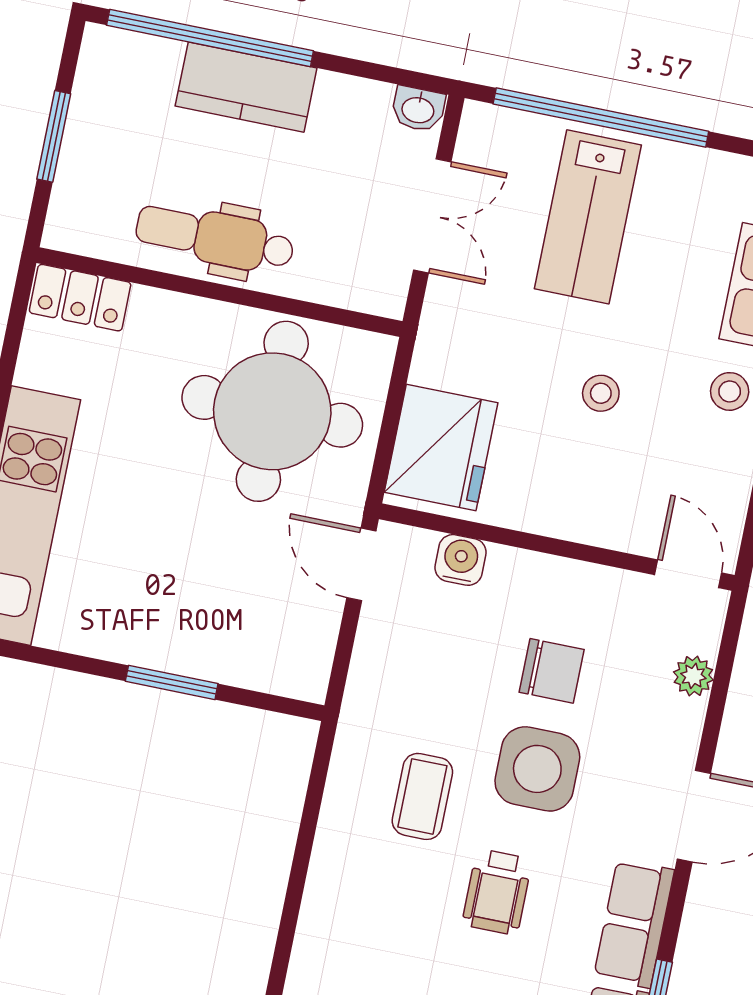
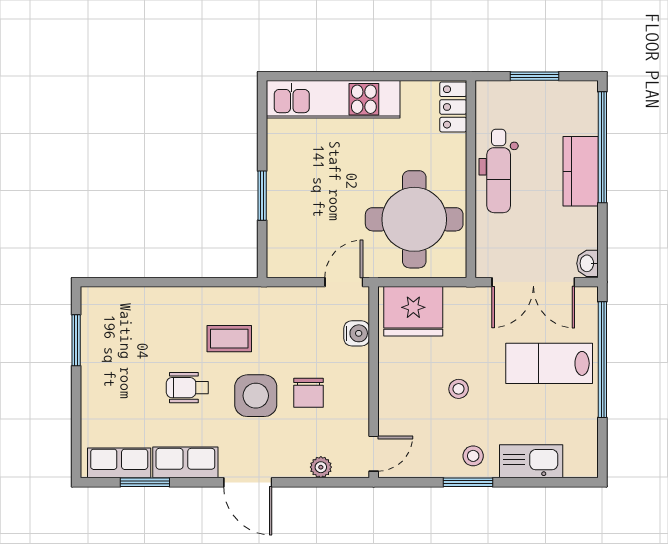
double door: (432, 216) -> (533, 282), width x1.37
dental chair: (215, 238) -> (499, 171), turned 180

